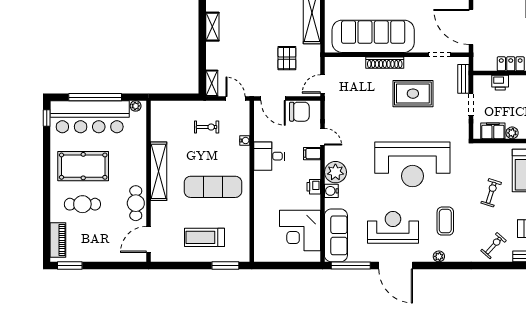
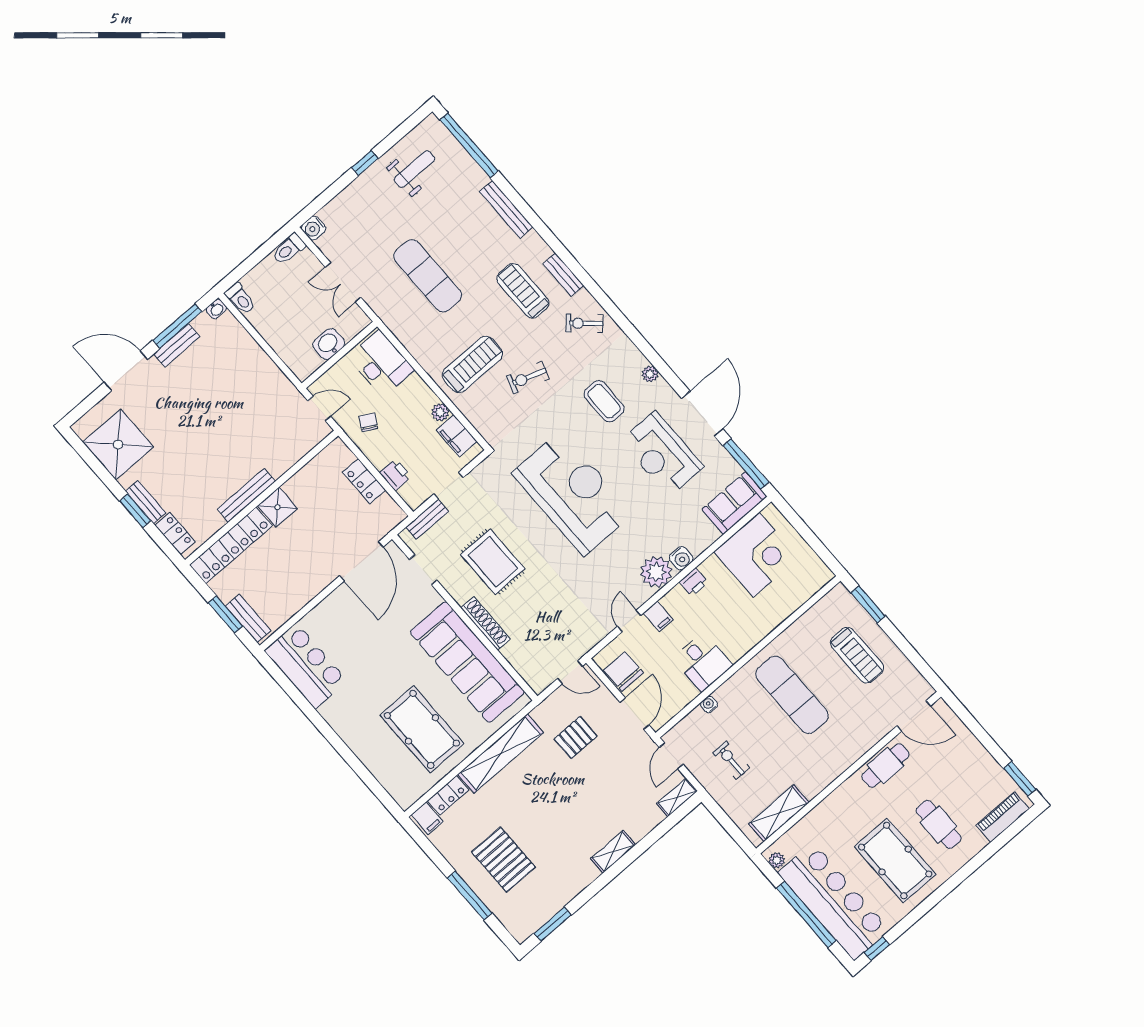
shelving: (159, 171) -> (779, 813), moved, width x0.68
coffee table: (445, 221) -> (604, 401), turned 90
sofa: (336, 235) -> (734, 503), width x0.73

